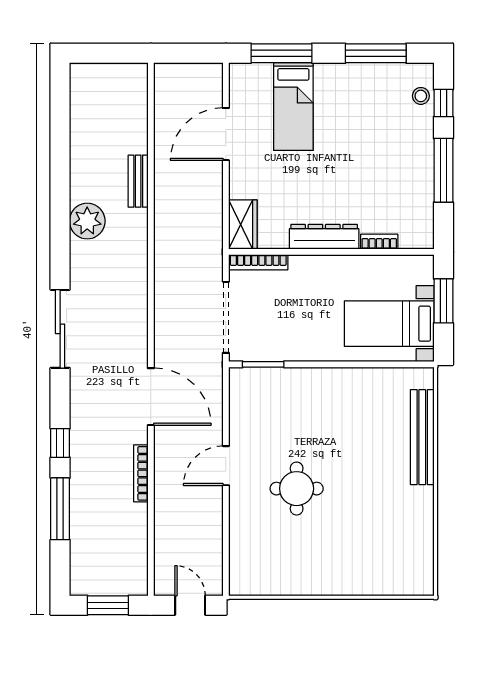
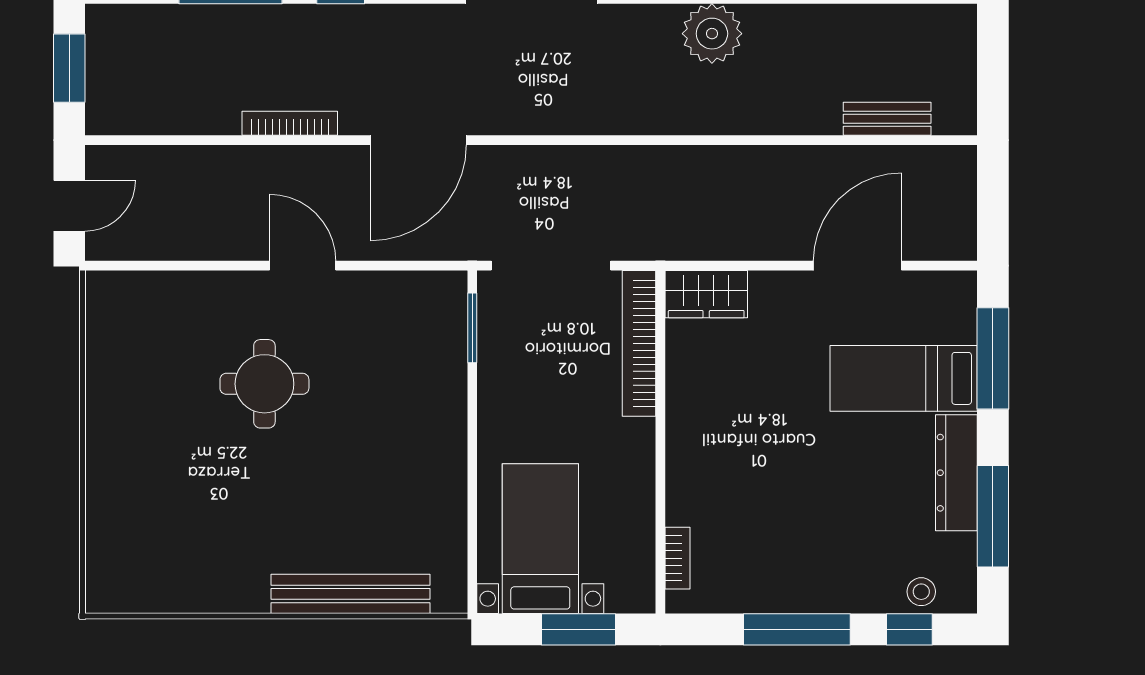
door: (226, 134) -> (857, 266), hinge flipped
bench: (138, 181) -> (887, 119), moved
dresser: (324, 237) -> (956, 473), moved, turned 180
bookcase: (379, 242) -> (677, 558), moved
bookcase: (258, 262) -> (639, 343), width x1.48, depth x1.31

